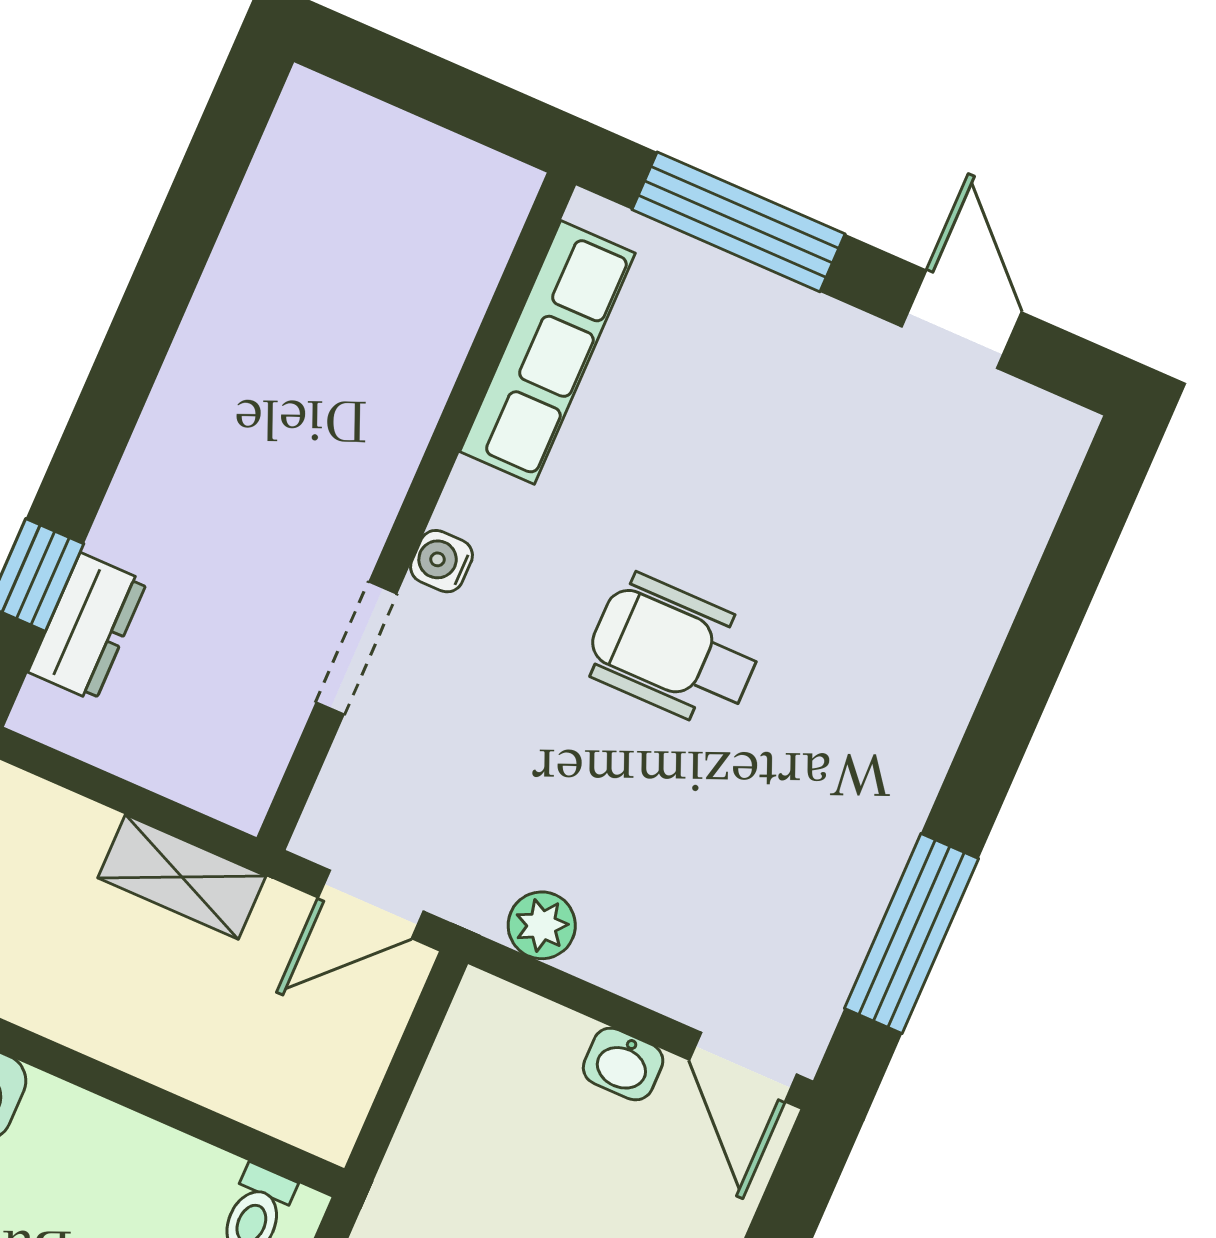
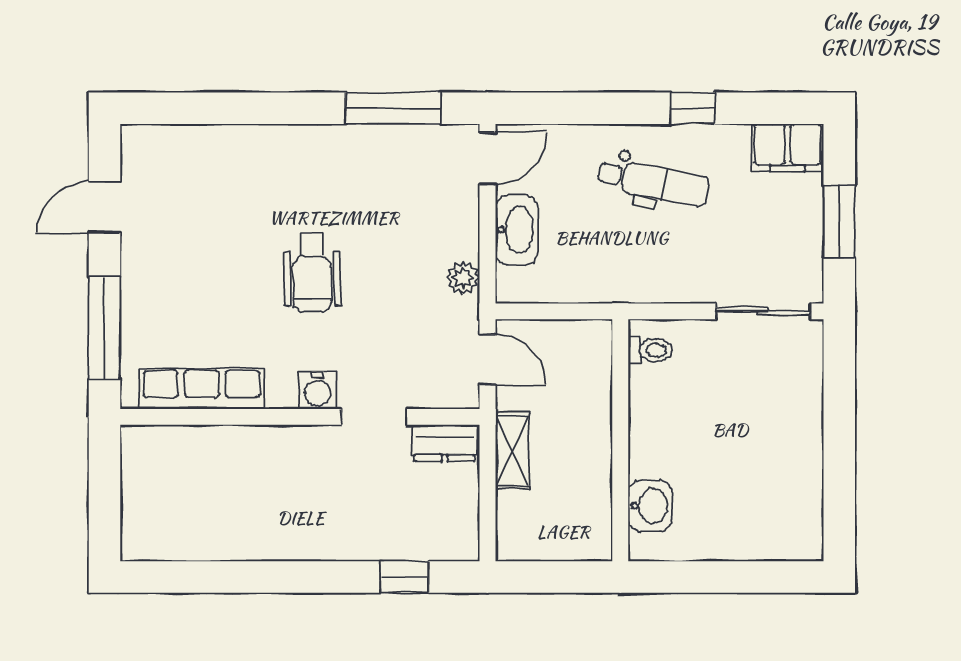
water cooler: (442, 561) -> (318, 390), width x1.38, depth x1.38
dresser: (88, 627) -> (445, 443), moved, turned 180
washbasin: (623, 1064) -> (516, 230), width x1.91, depth x1.45

